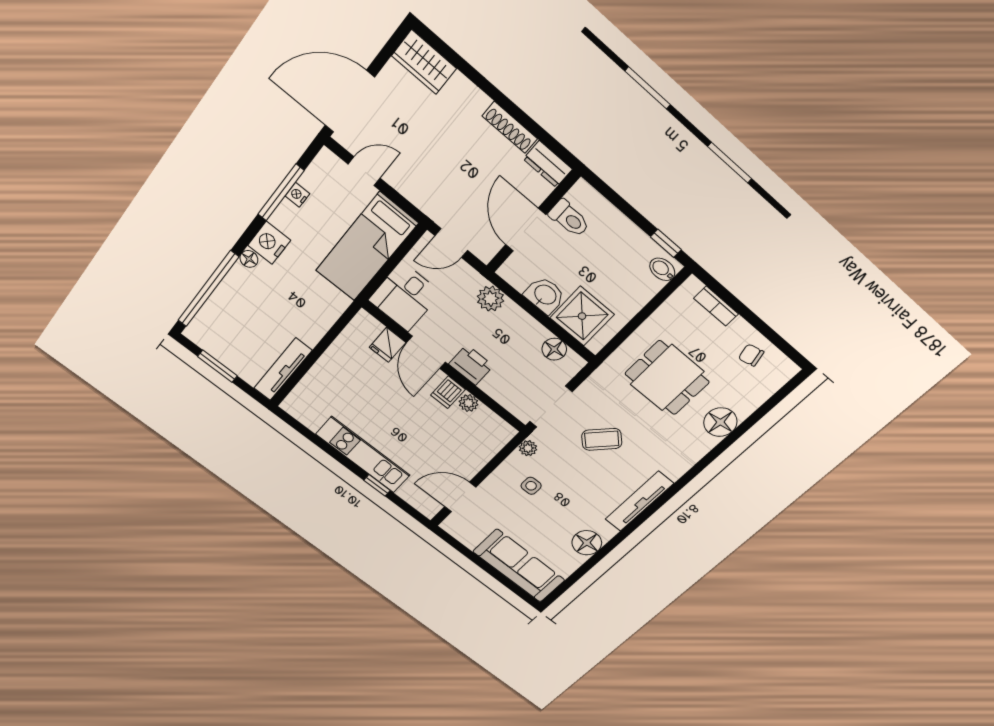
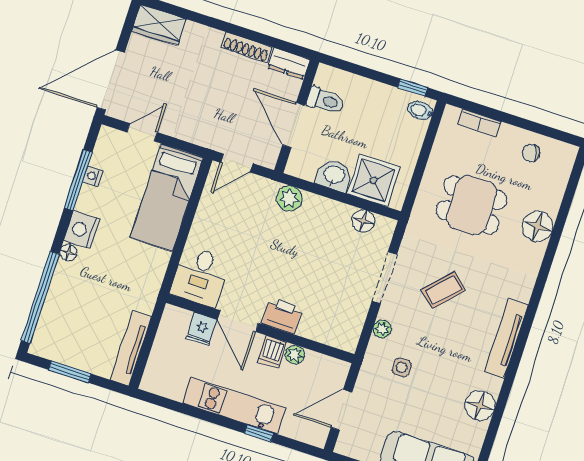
desk: (405, 297) -> (200, 276), moved
fridge: (388, 345) -> (201, 329), moved
door: (426, 352) -> (238, 321), moved
printer: (471, 365) -> (282, 316), moved
wall: (445, 367) -> (260, 328), moved
dishwasher: (448, 392) -> (272, 352), moved
plant: (469, 403) -> (295, 355), moved

